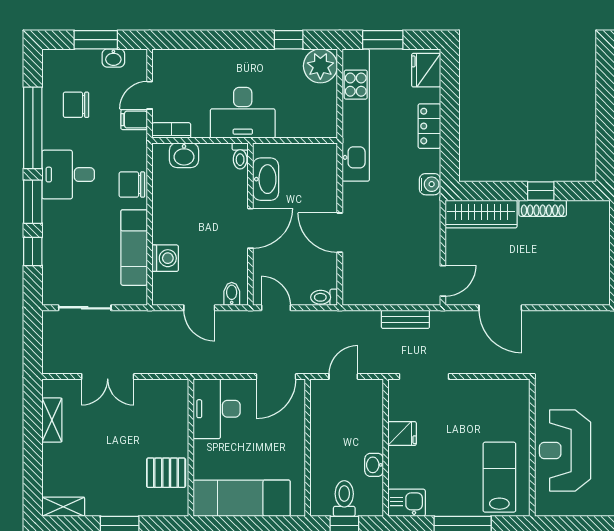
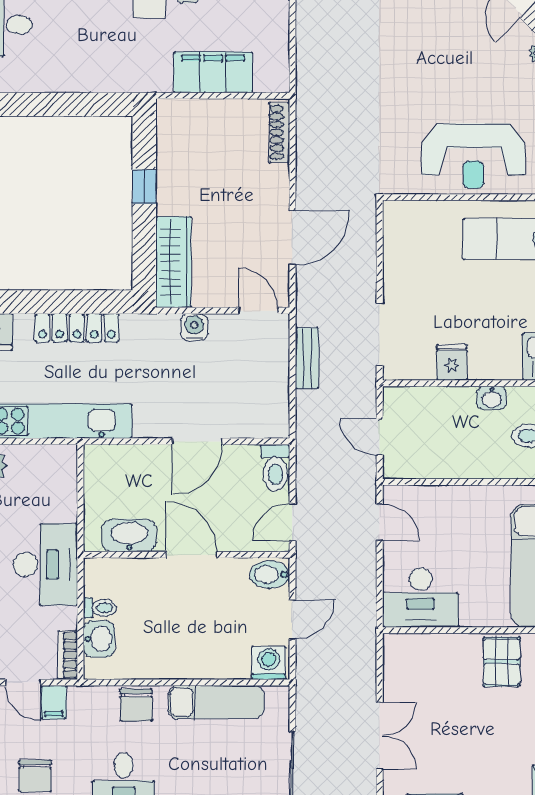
locker: (429, 126) -> (77, 328), width x1.53
toilet: (240, 156) -> (100, 608), moved
water cooler: (430, 184) -> (194, 327), moved
shoe rack: (543, 208) -> (279, 132), moved, turned 180
washing machine: (165, 258) -> (269, 663), moved
bidet: (232, 294) -> (270, 575), width x1.38, depth x1.36
toilet: (324, 297) -> (275, 468), width x1.37, depth x1.39
door: (276, 377) -> (380, 522), width x0.73

